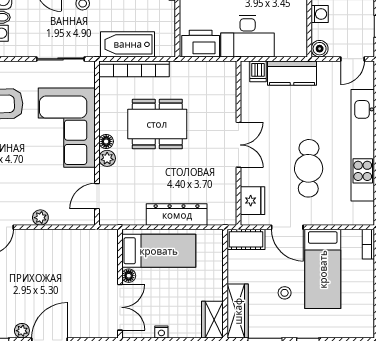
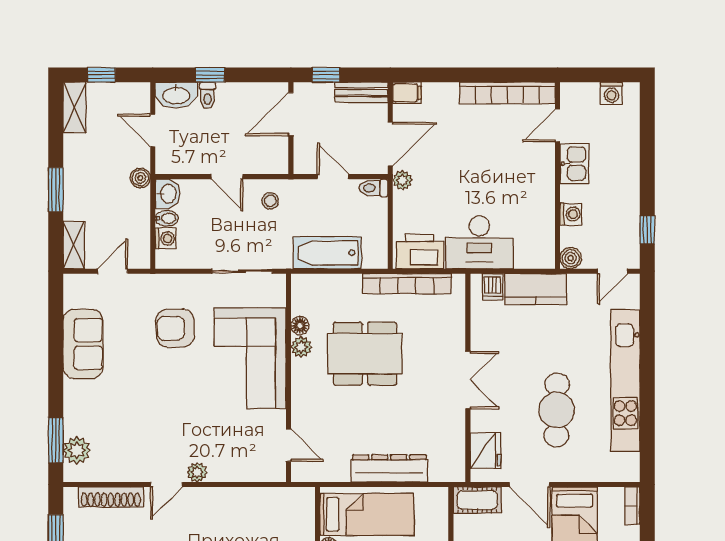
bookcase: (134, 69) -> (407, 284), moved
floor lamp: (106, 141) -> (300, 326), moved
plant: (107, 158) -> (301, 347), moved
door: (97, 196) -> (288, 445), swing flipped
plant: (40, 218) -> (197, 472), moved

